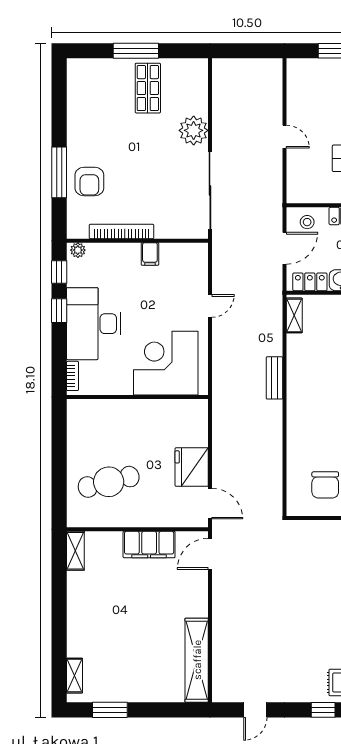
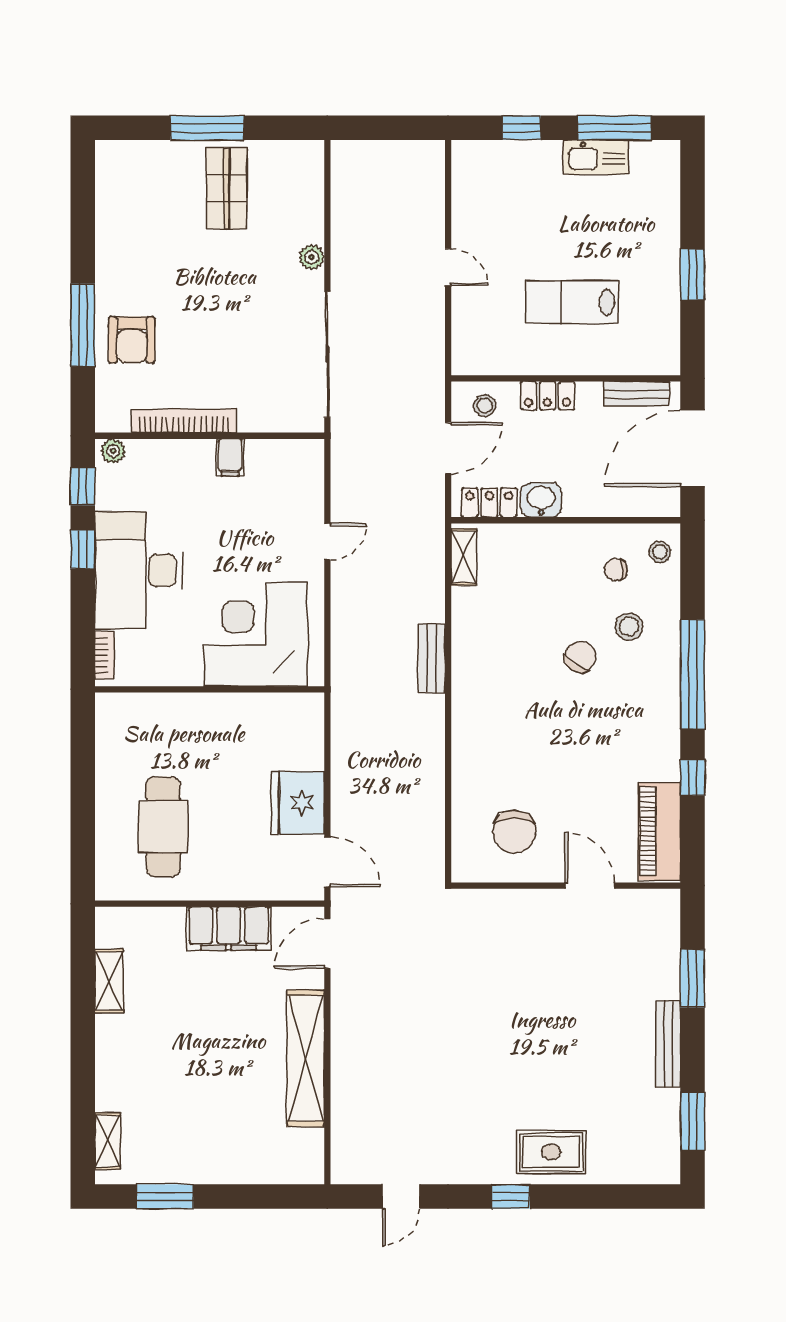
plant: (194, 130) -> (312, 257), width x0.53, depth x0.53
cafe table: (109, 482) -> (163, 827), turned -76
shelving: (75, 551) -> (109, 981), moved
shelving: (197, 660) -> (306, 1058), moved

